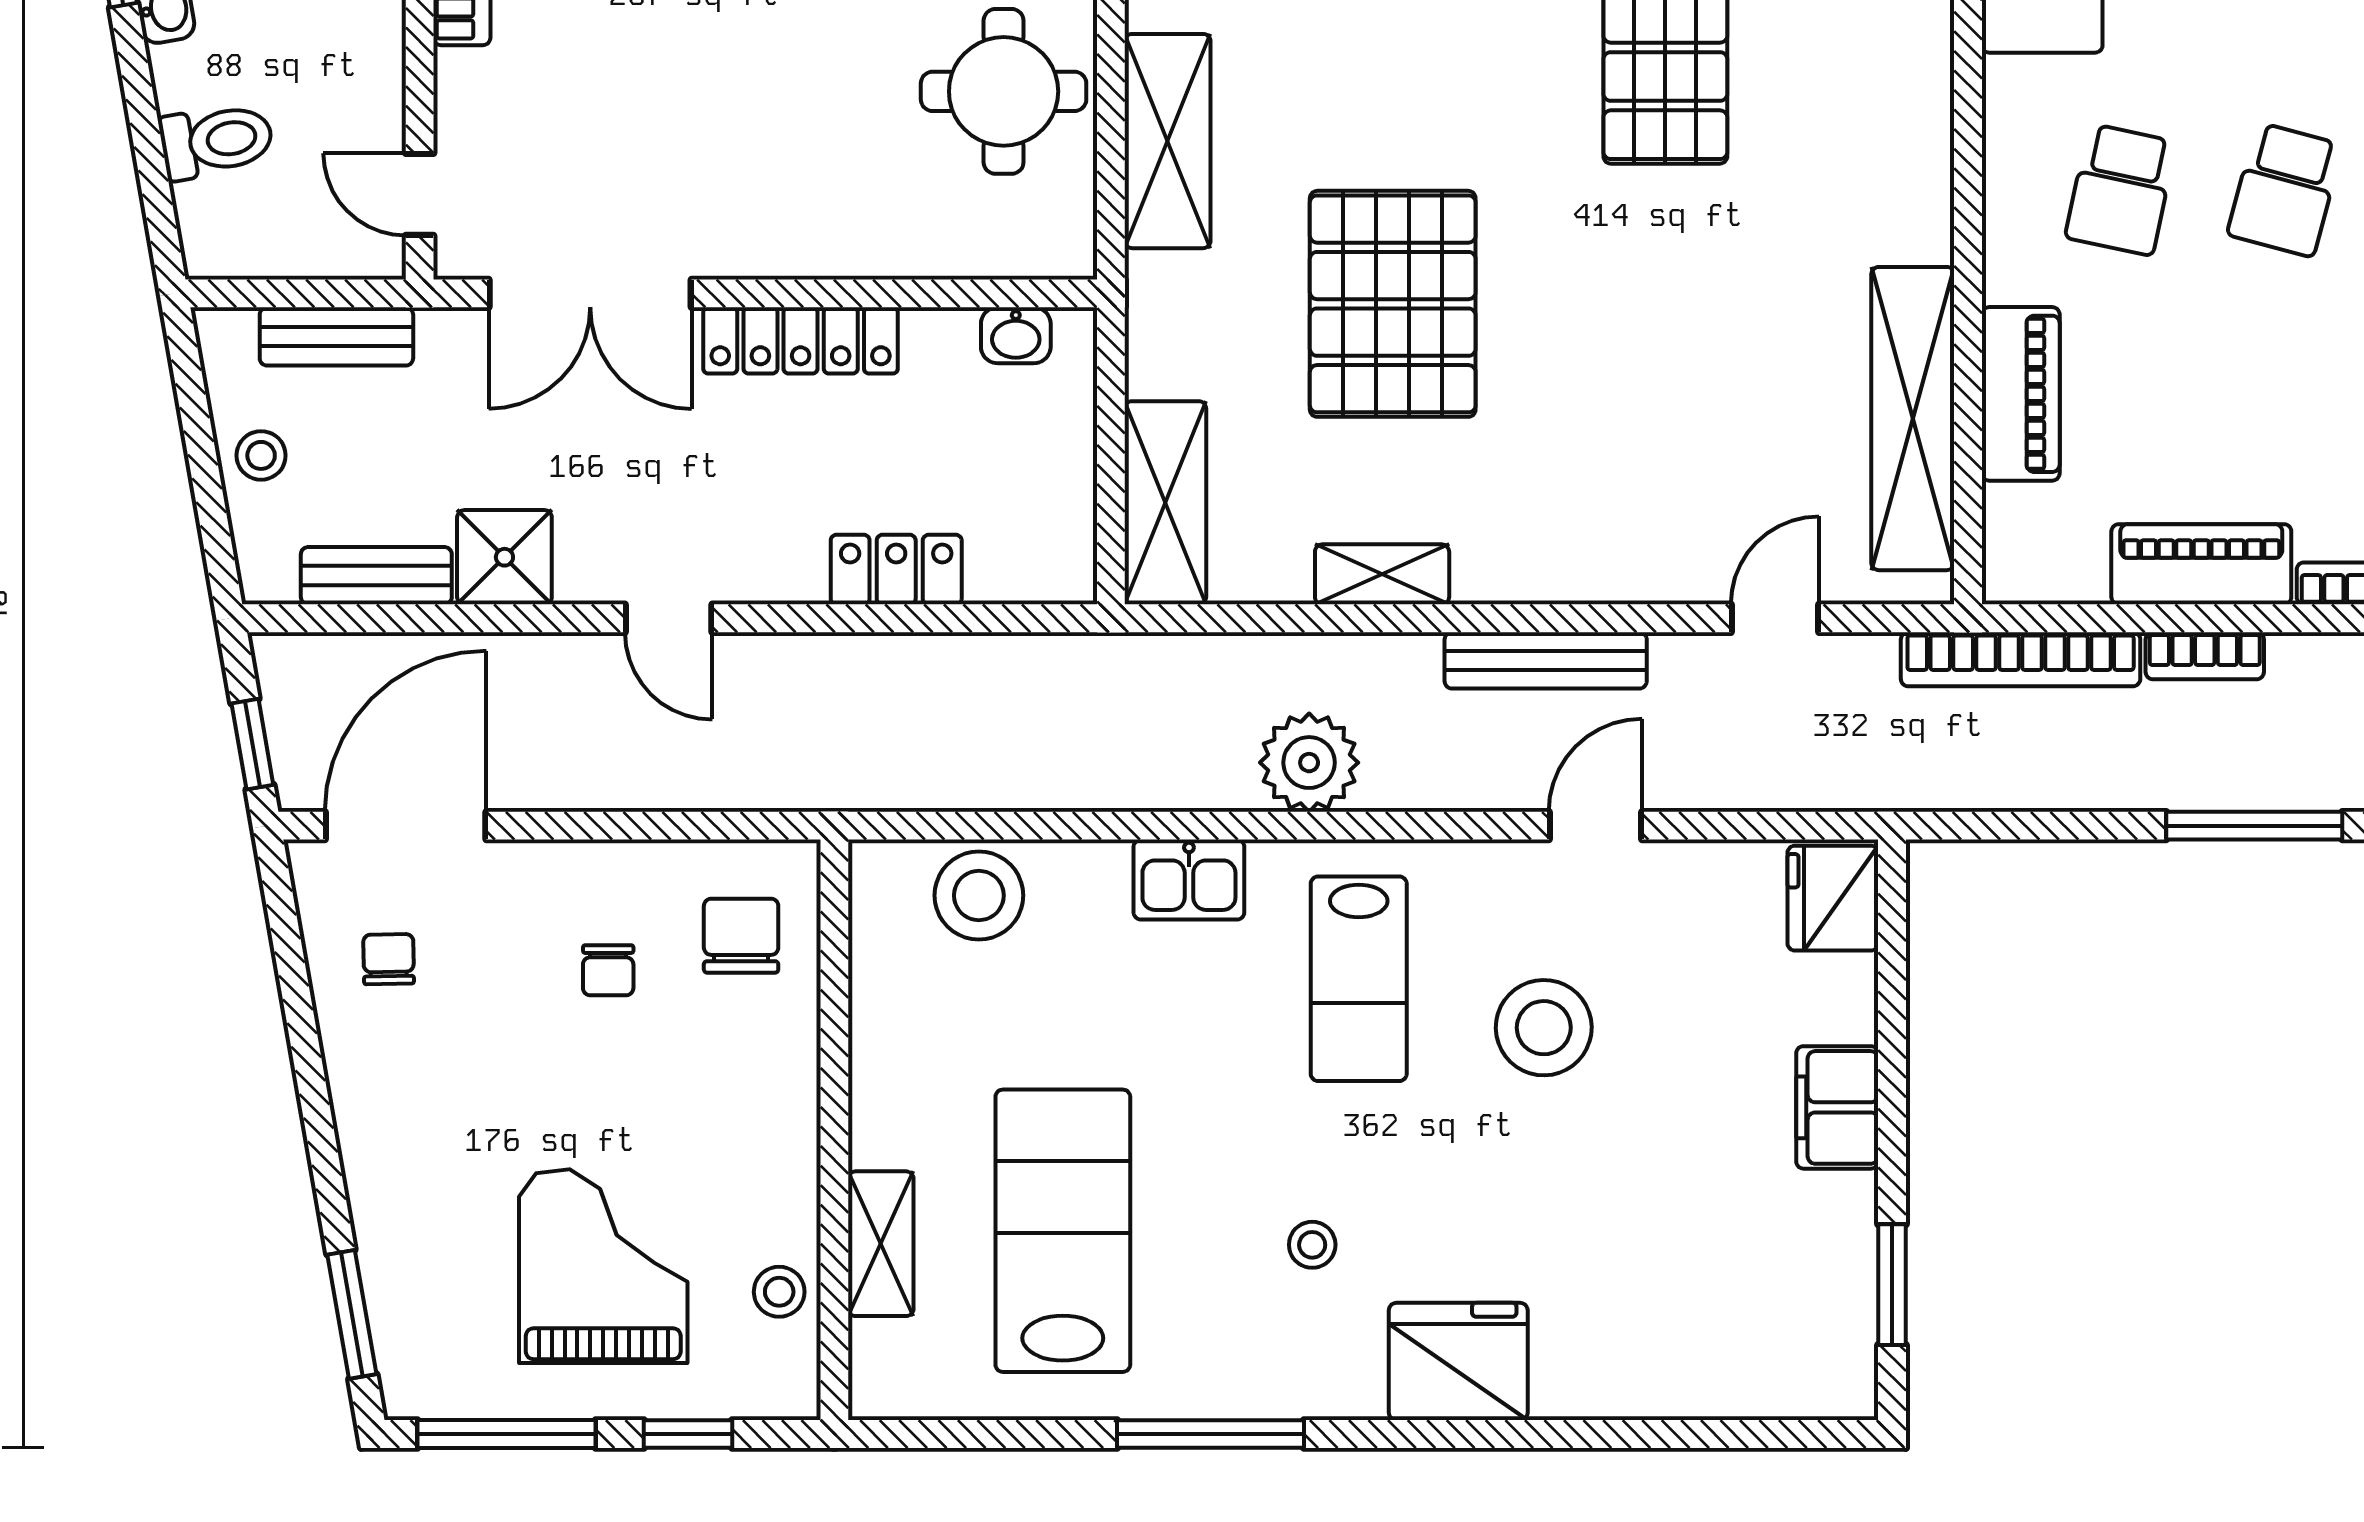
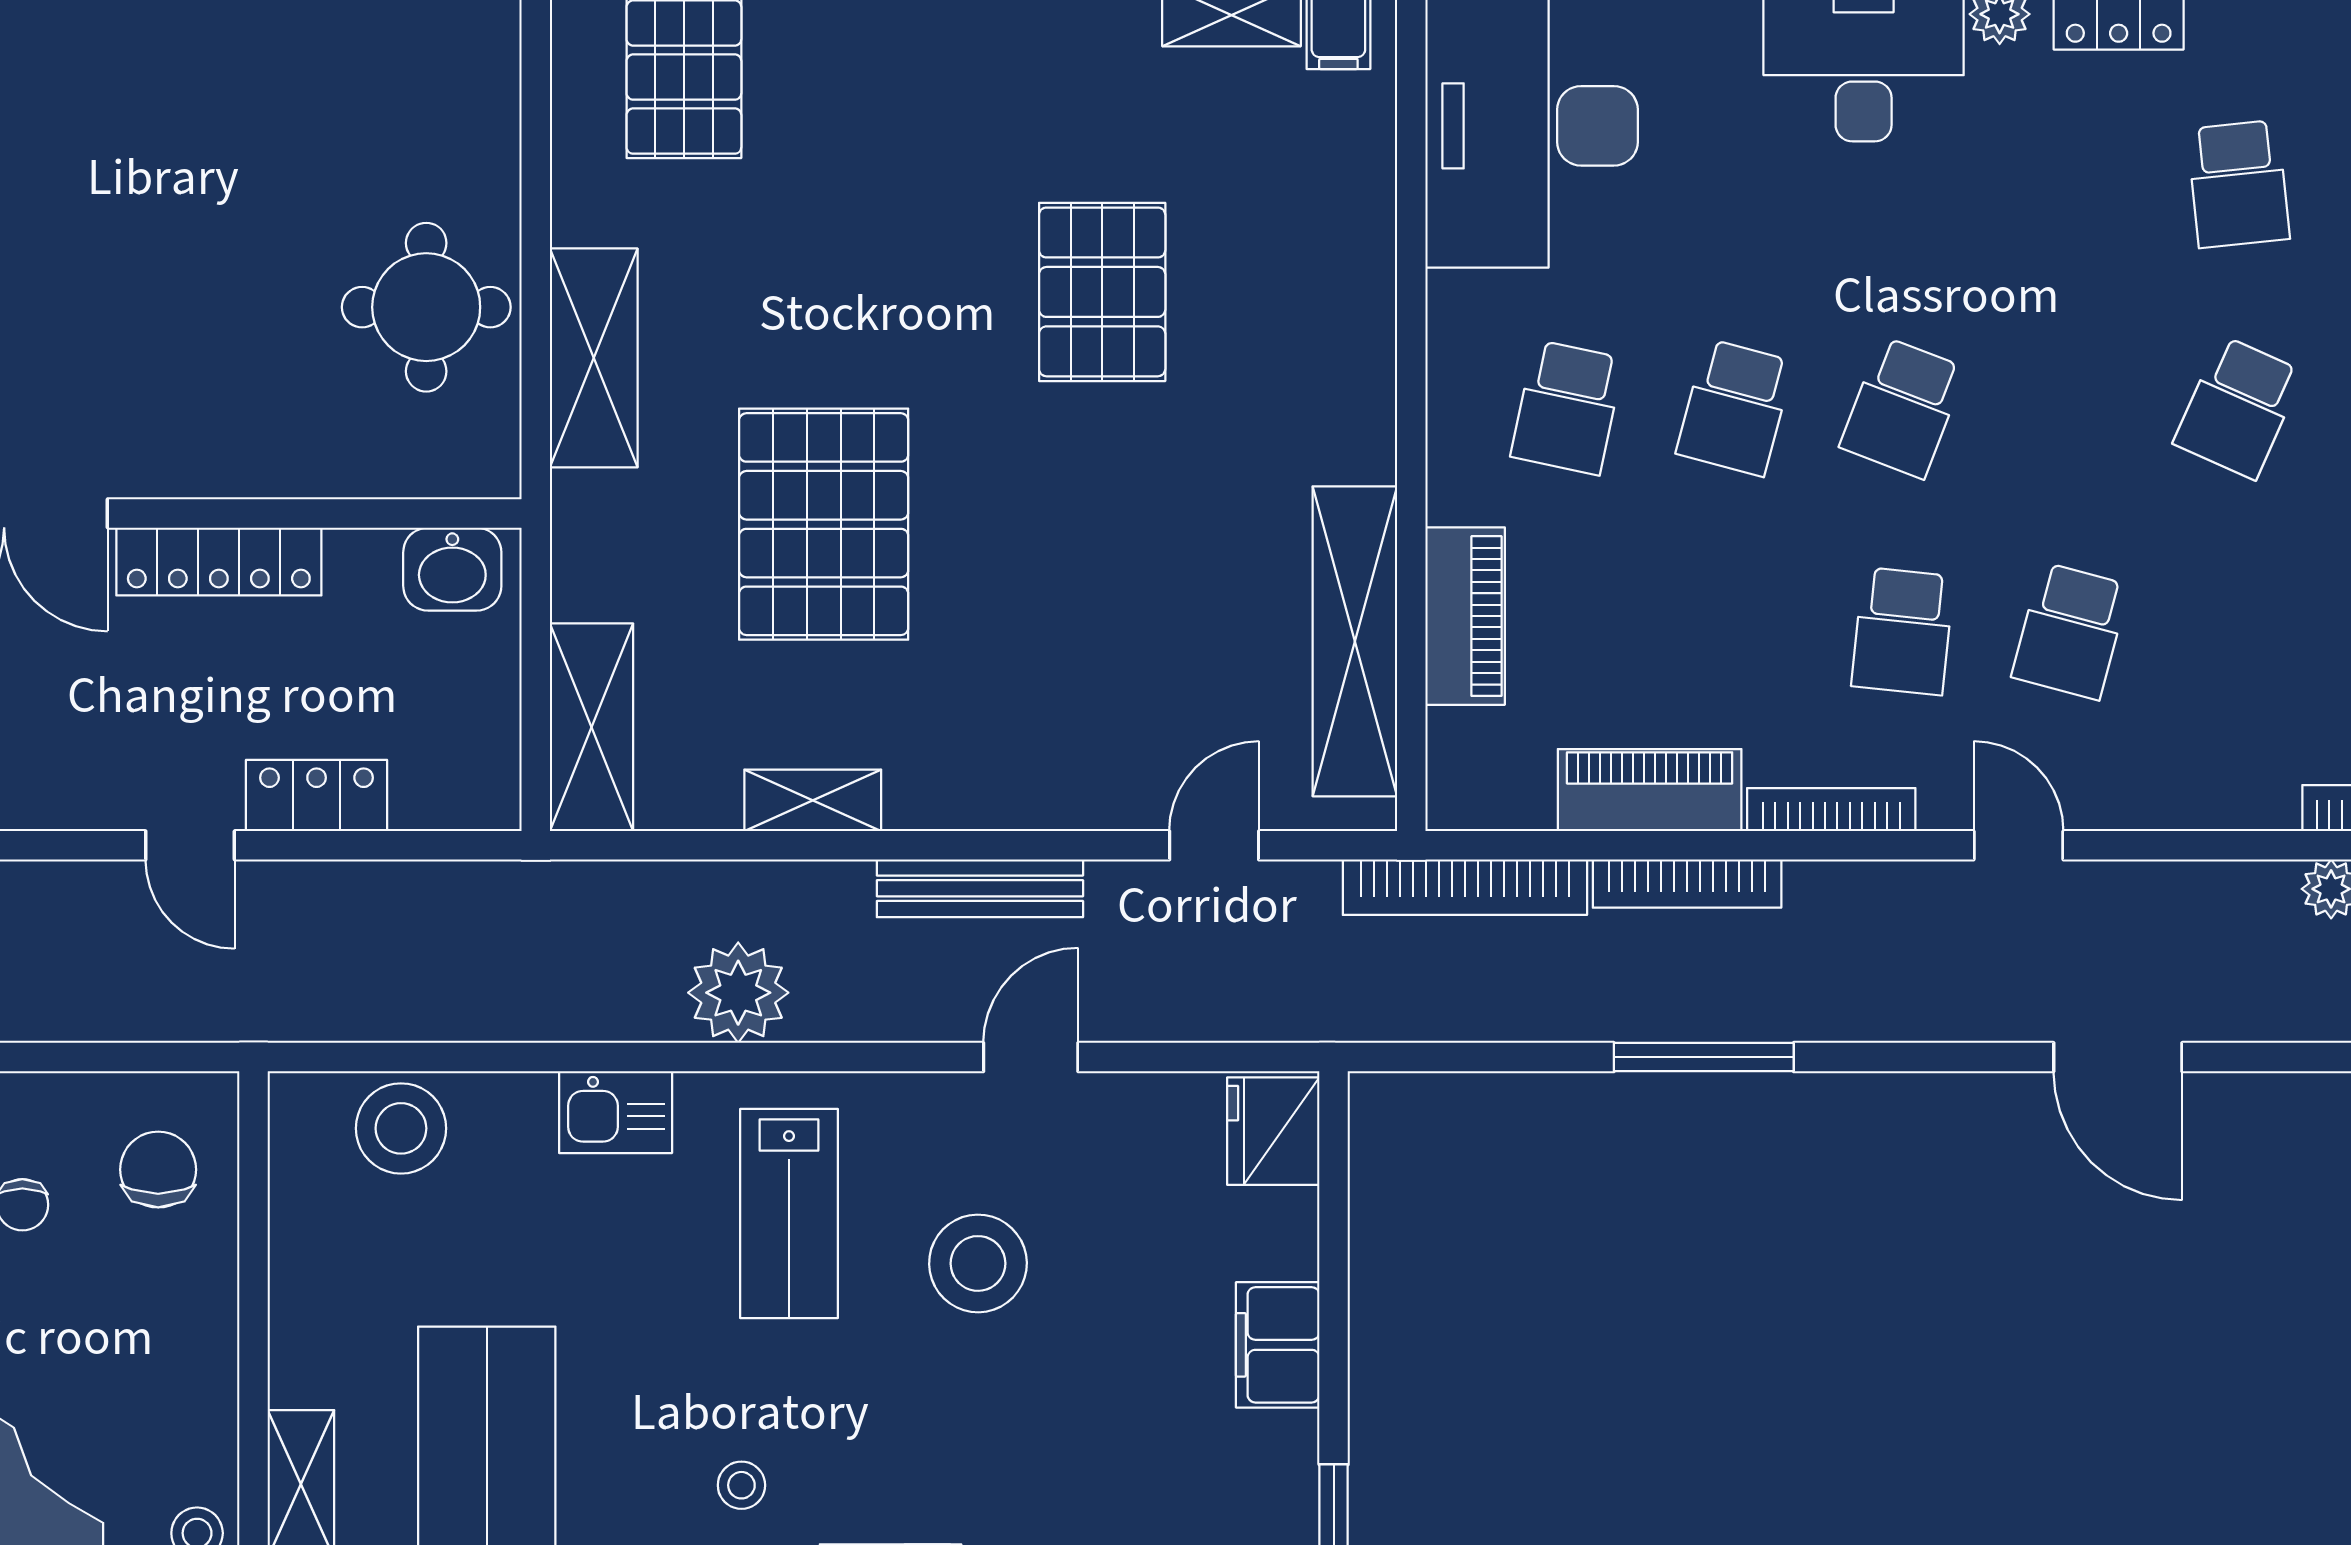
washbasin: (1016, 335) -> (452, 569), width x1.38, depth x1.45
door: (669, 618) -> (190, 845), moved
bookcase: (2205, 656) -> (1687, 884), width x1.56

